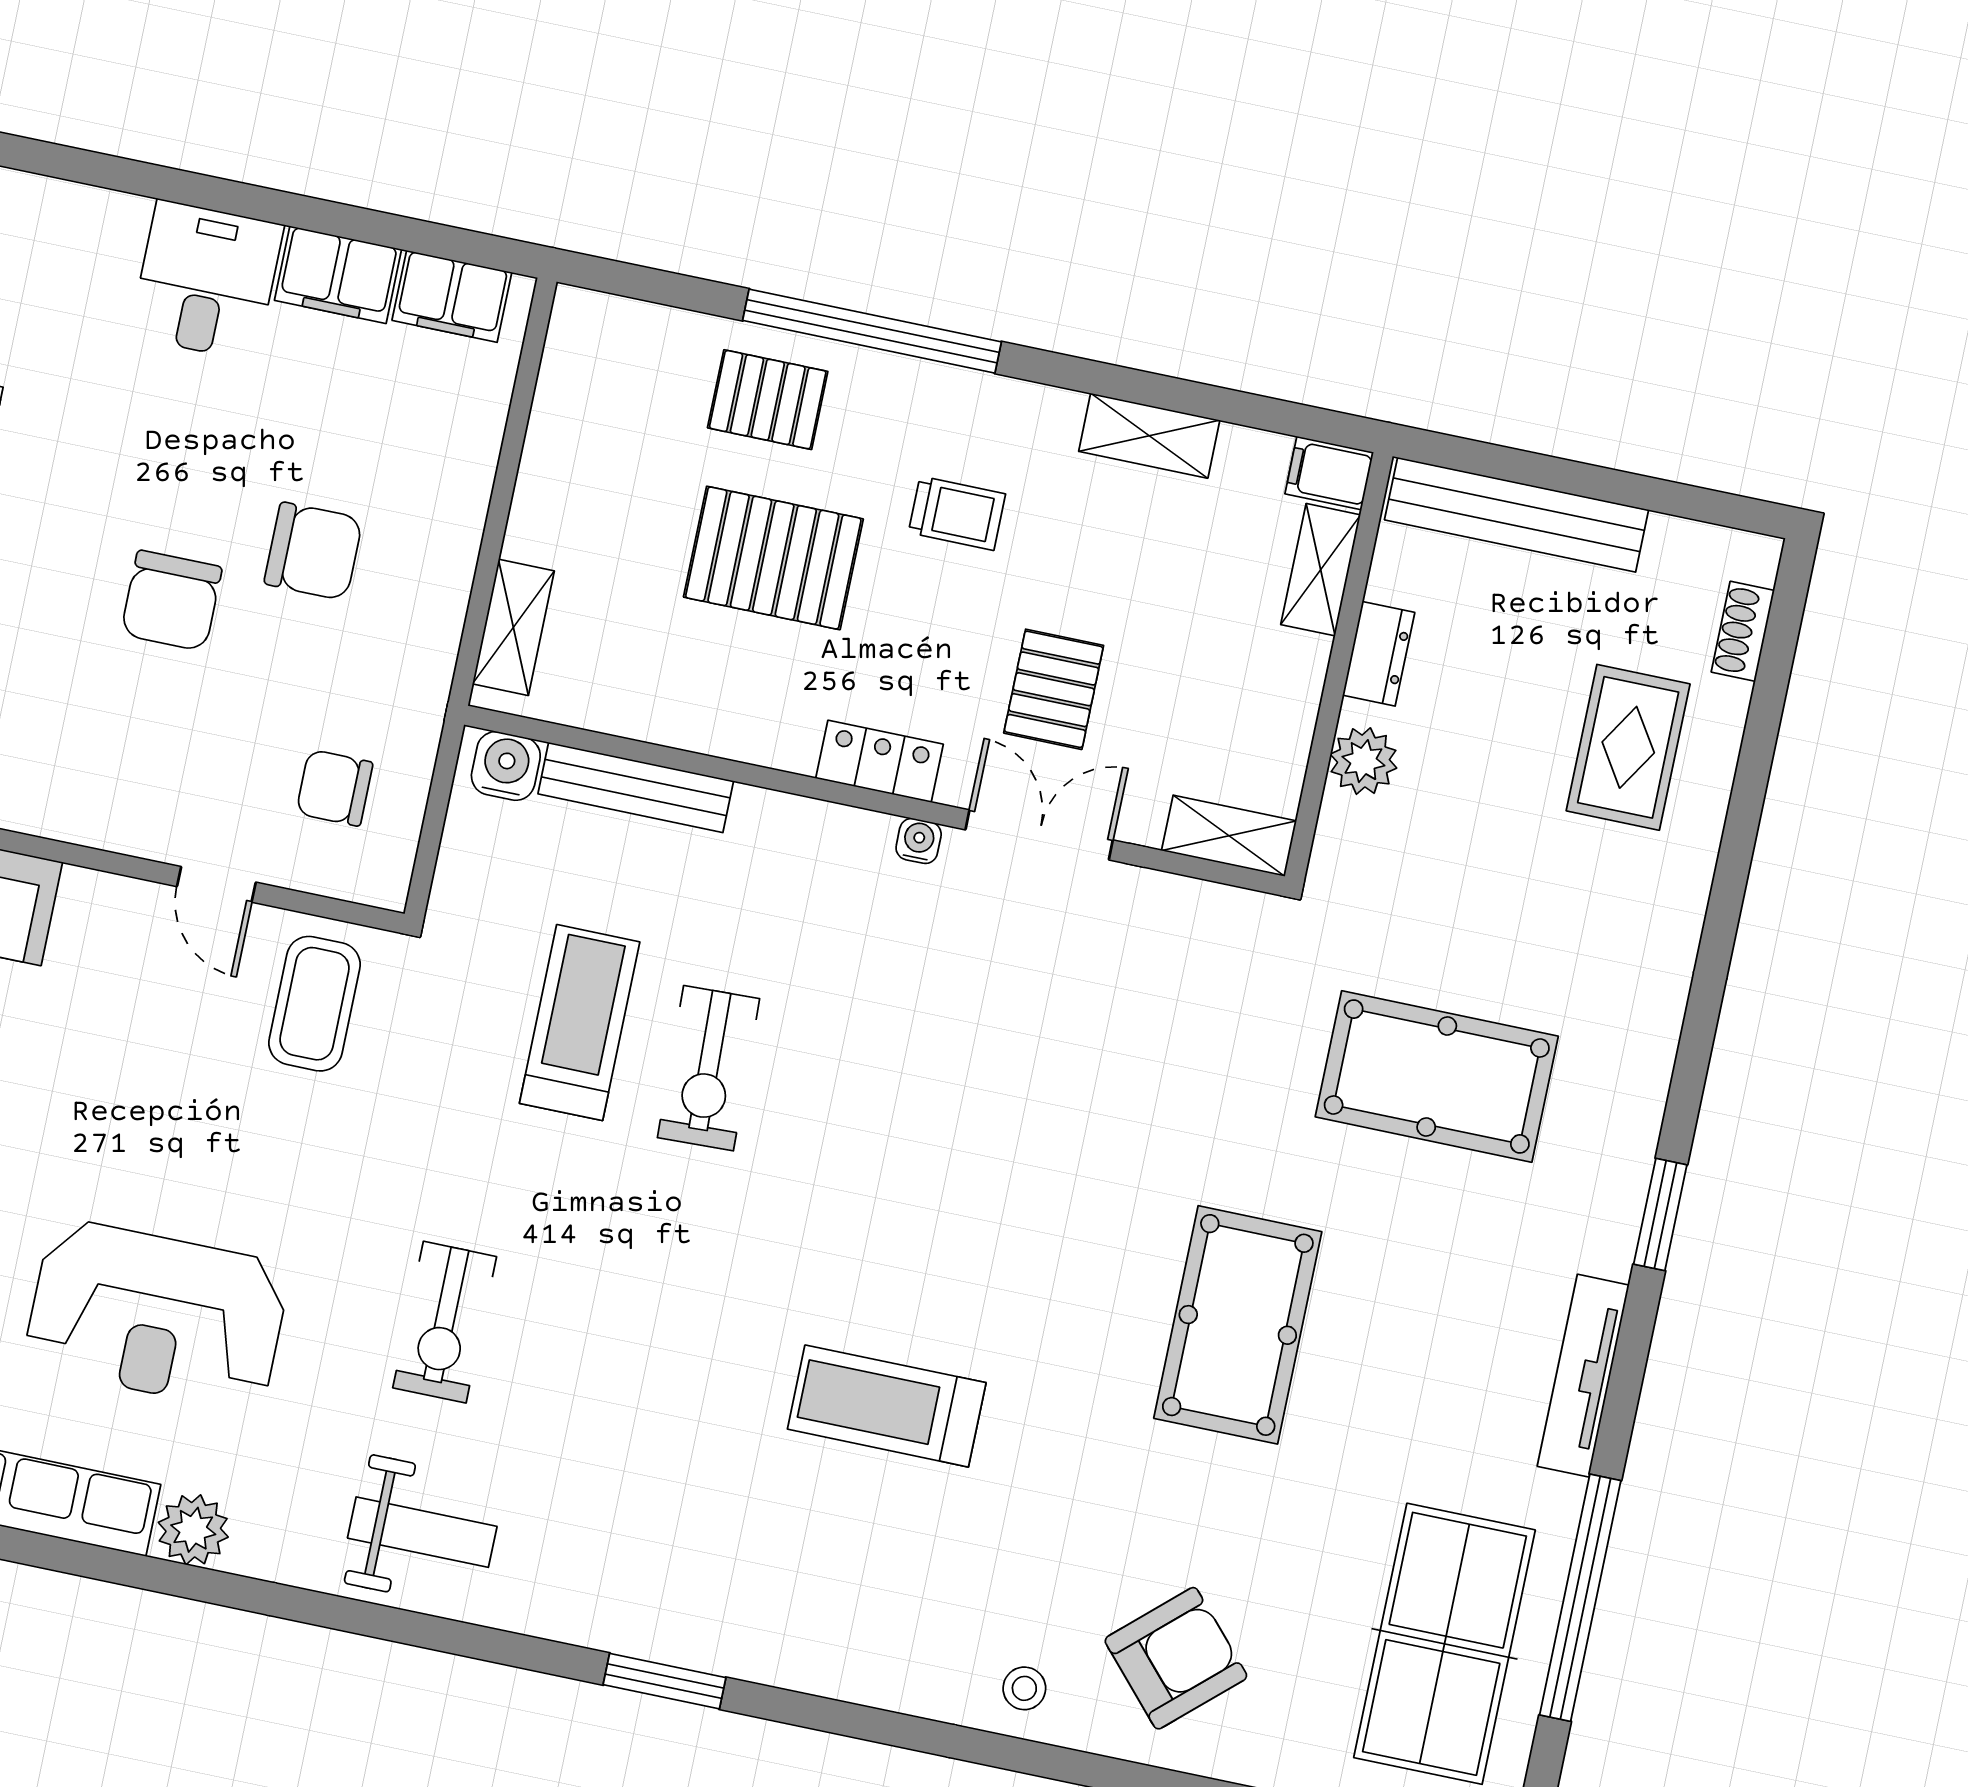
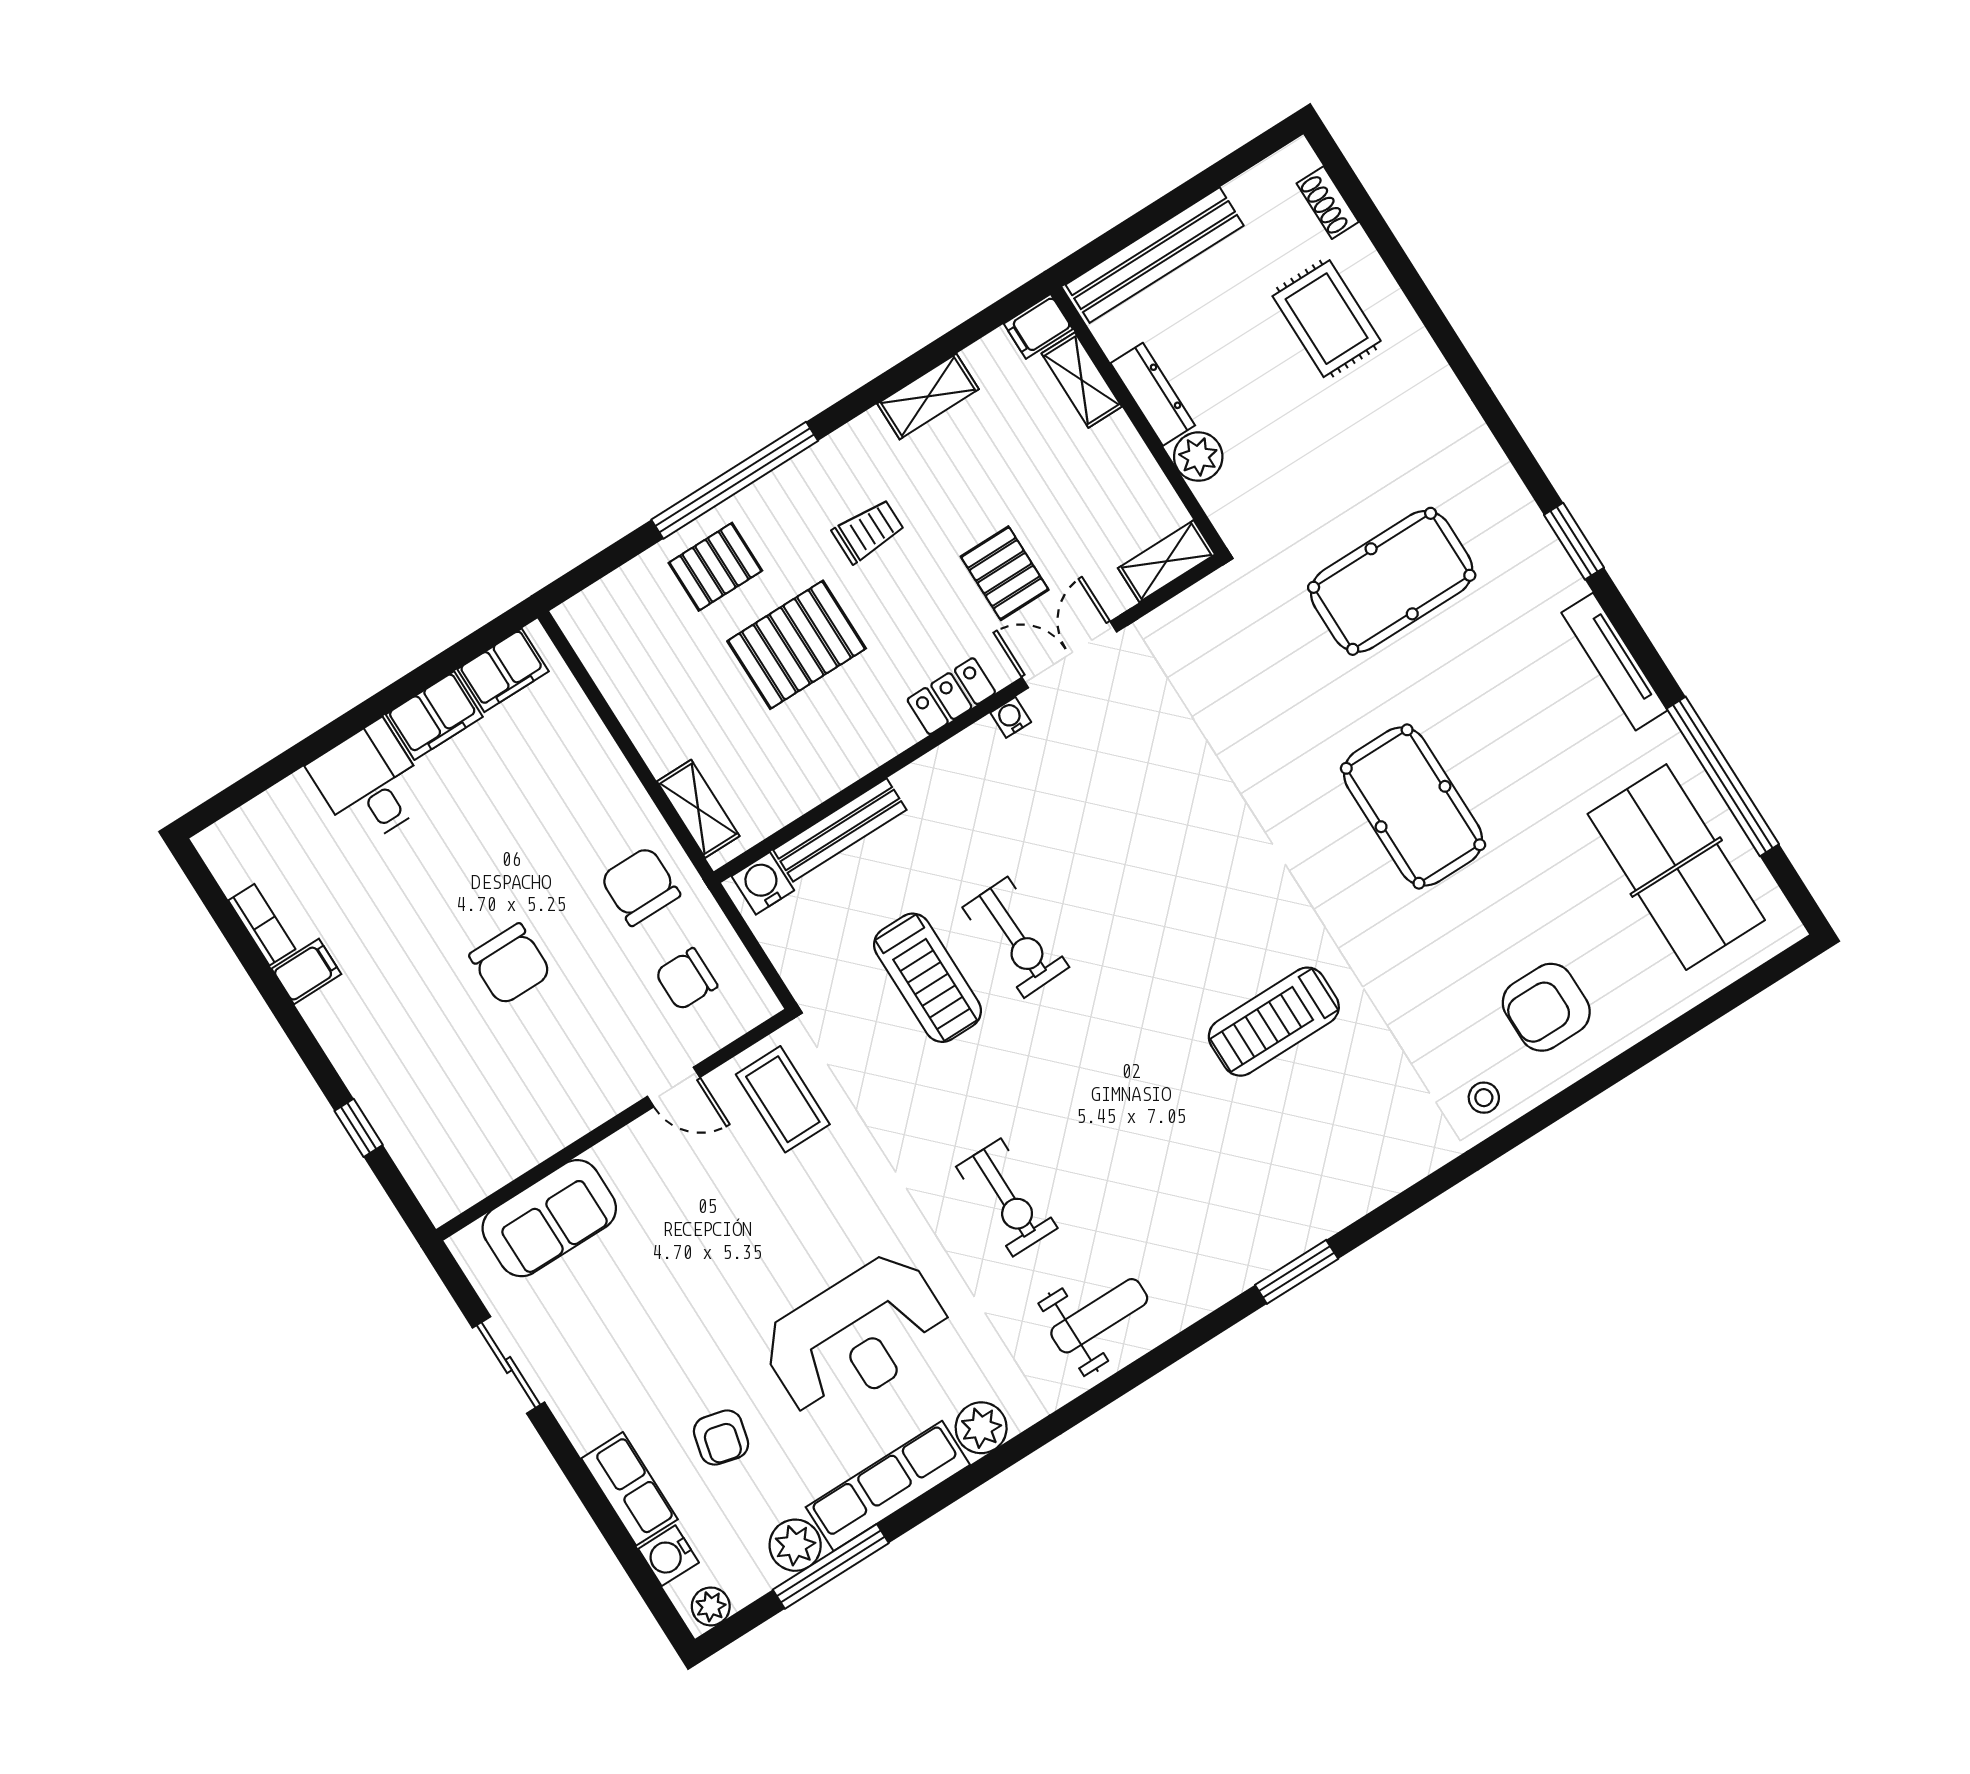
chair: (313, 551) -> (640, 886), moved, turned -90
dresser: (1379, 654) -> (1153, 394), width x1.44
treadmill: (580, 1023) -> (928, 978), turned 180
armchair: (1176, 1658) -> (1546, 1007), turned -138

